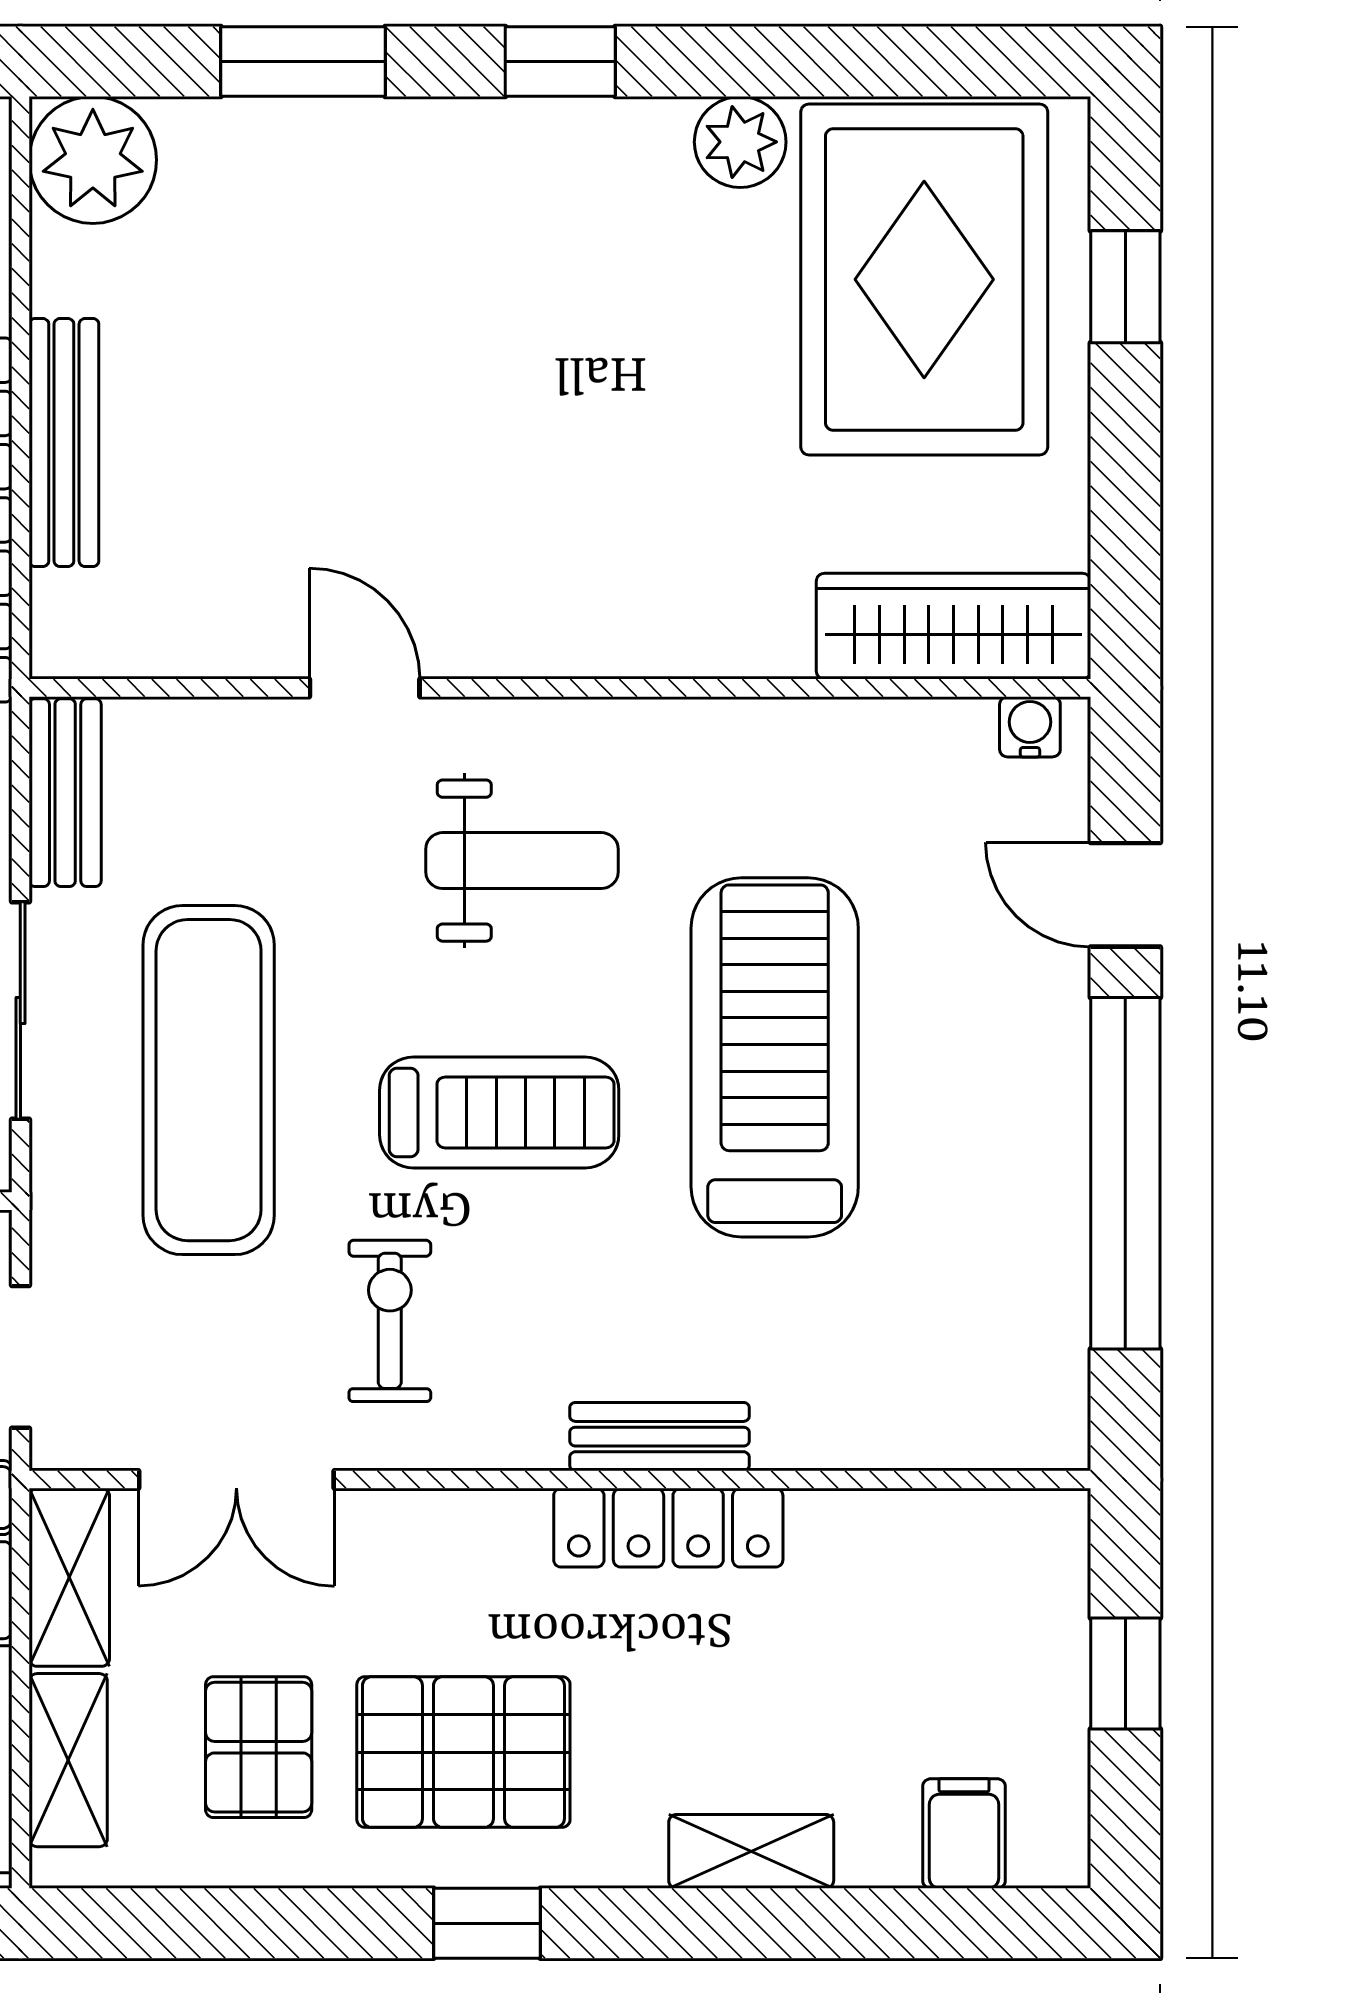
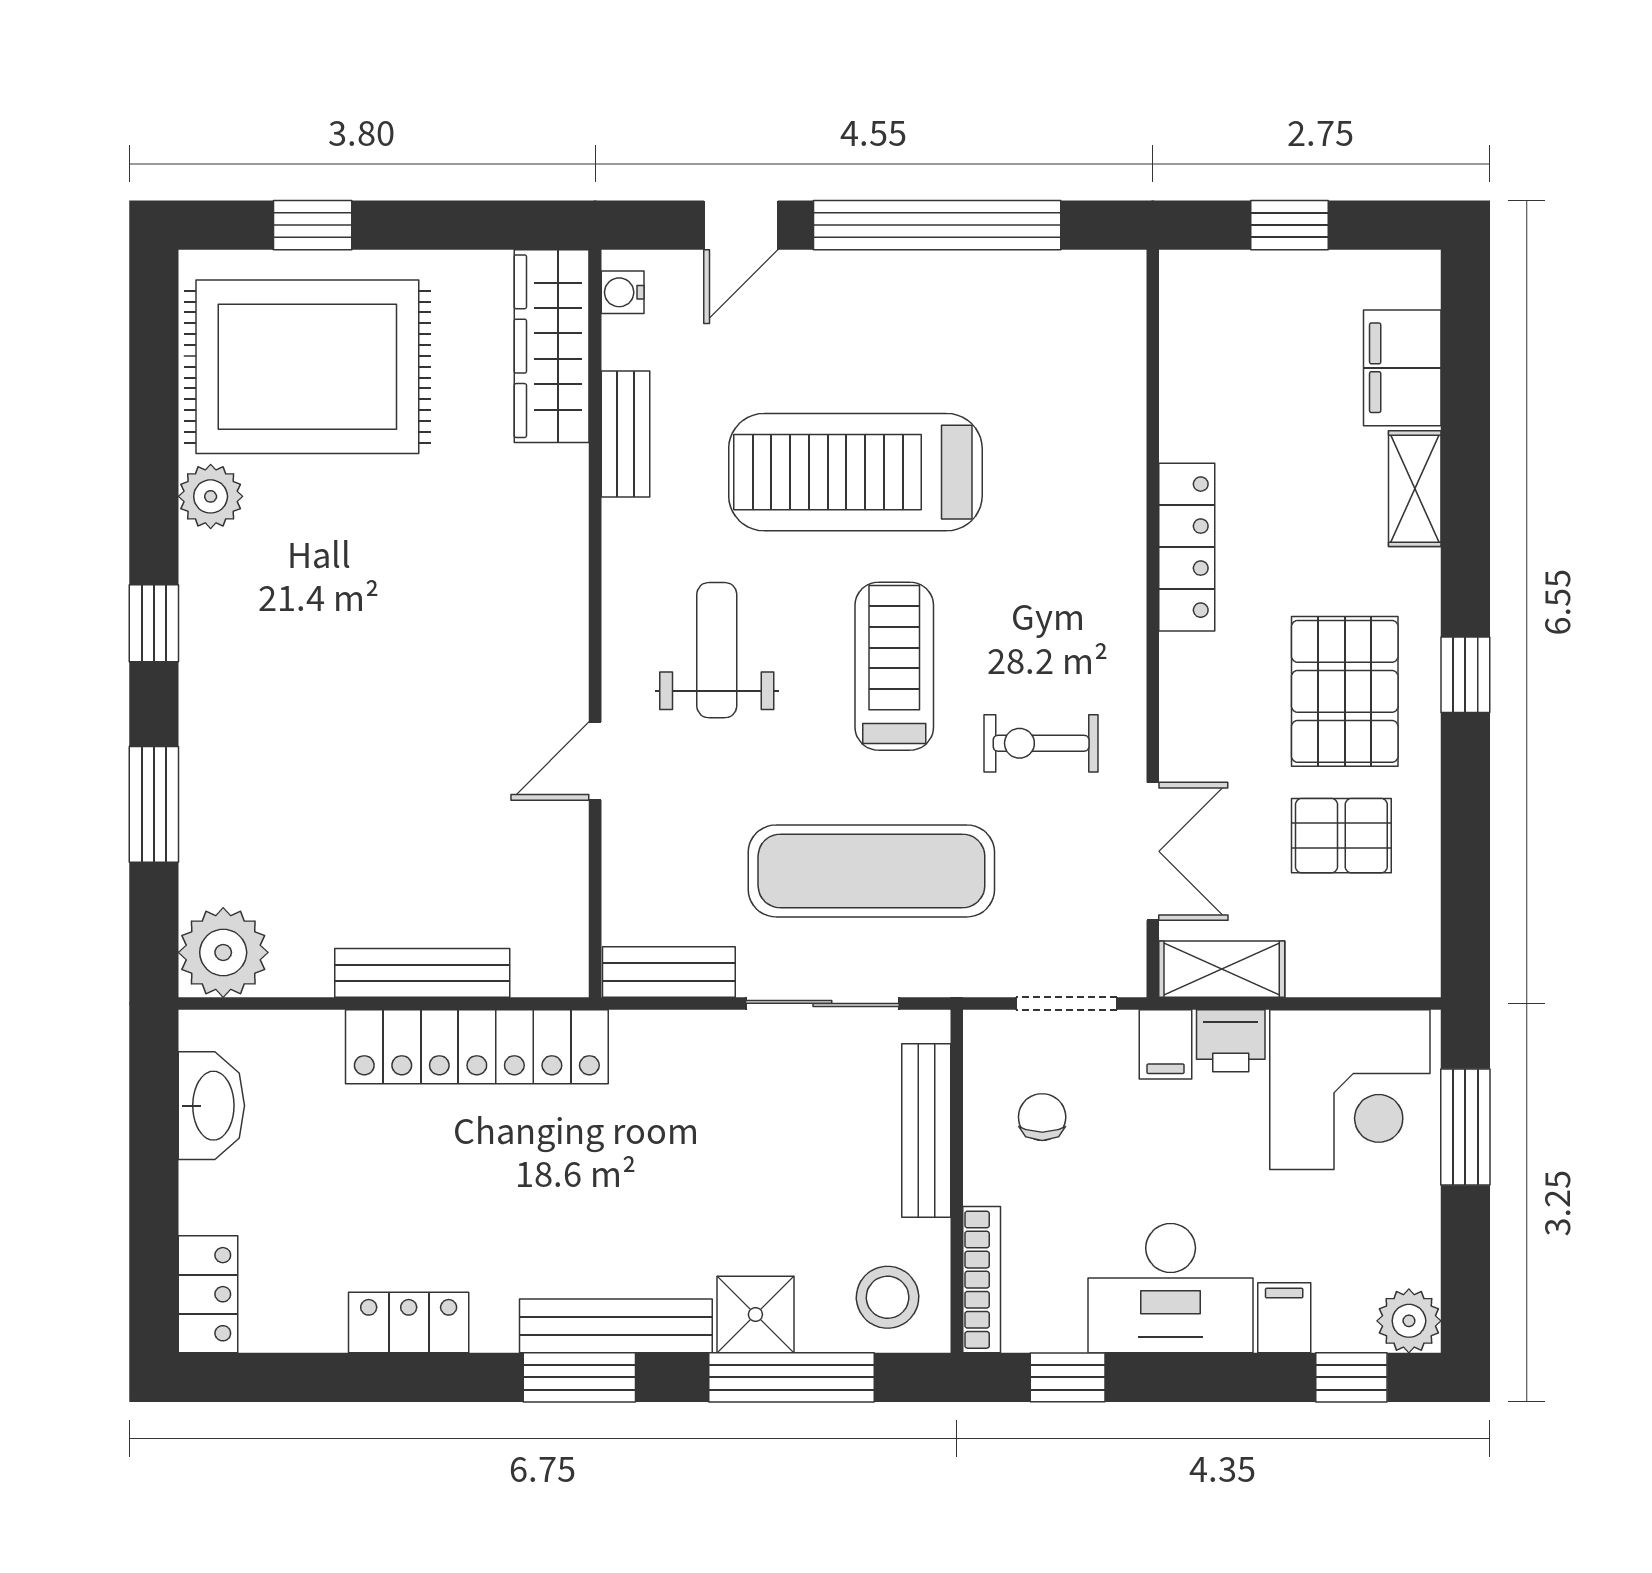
bench: (659, 1437) -> (625, 434), moved
shelving: (68, 1760) -> (1350, 970), removed
filing cabinet: (964, 1834) -> (1402, 368), width x2.00

